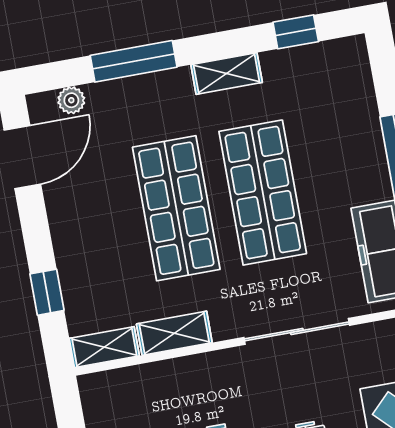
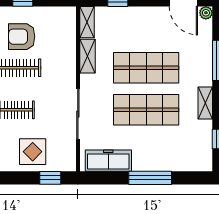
plant: (71, 100) -> (206, 13), moved

